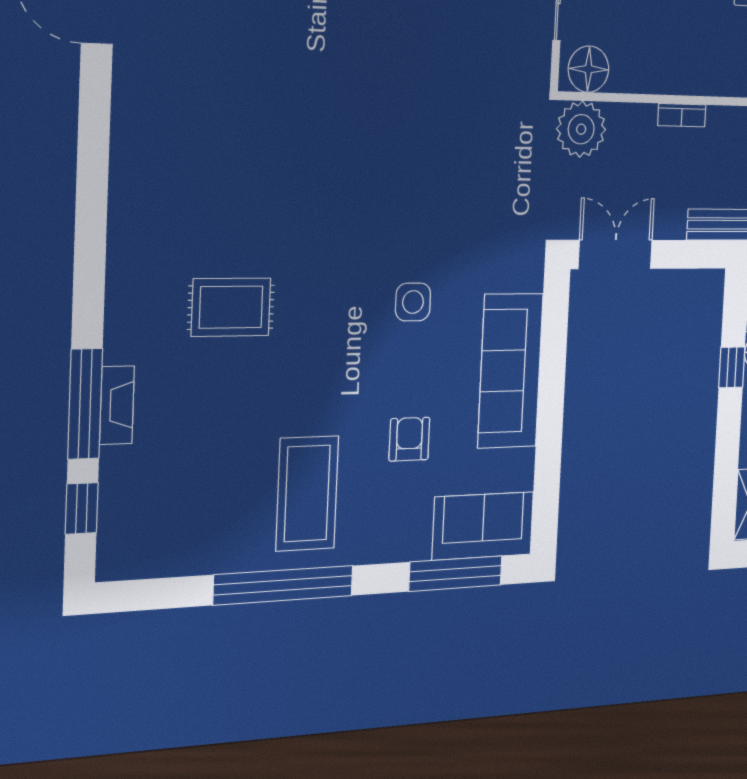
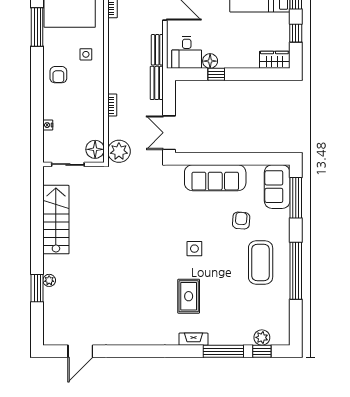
side table: (413, 302) -> (194, 249), moved
fireplace: (117, 405) -> (193, 339), moved
armchair: (409, 439) -> (241, 221), turned 94
coffee table: (307, 493) -> (261, 263), turned 90
plant: (118, 506) -> (262, 337), added

